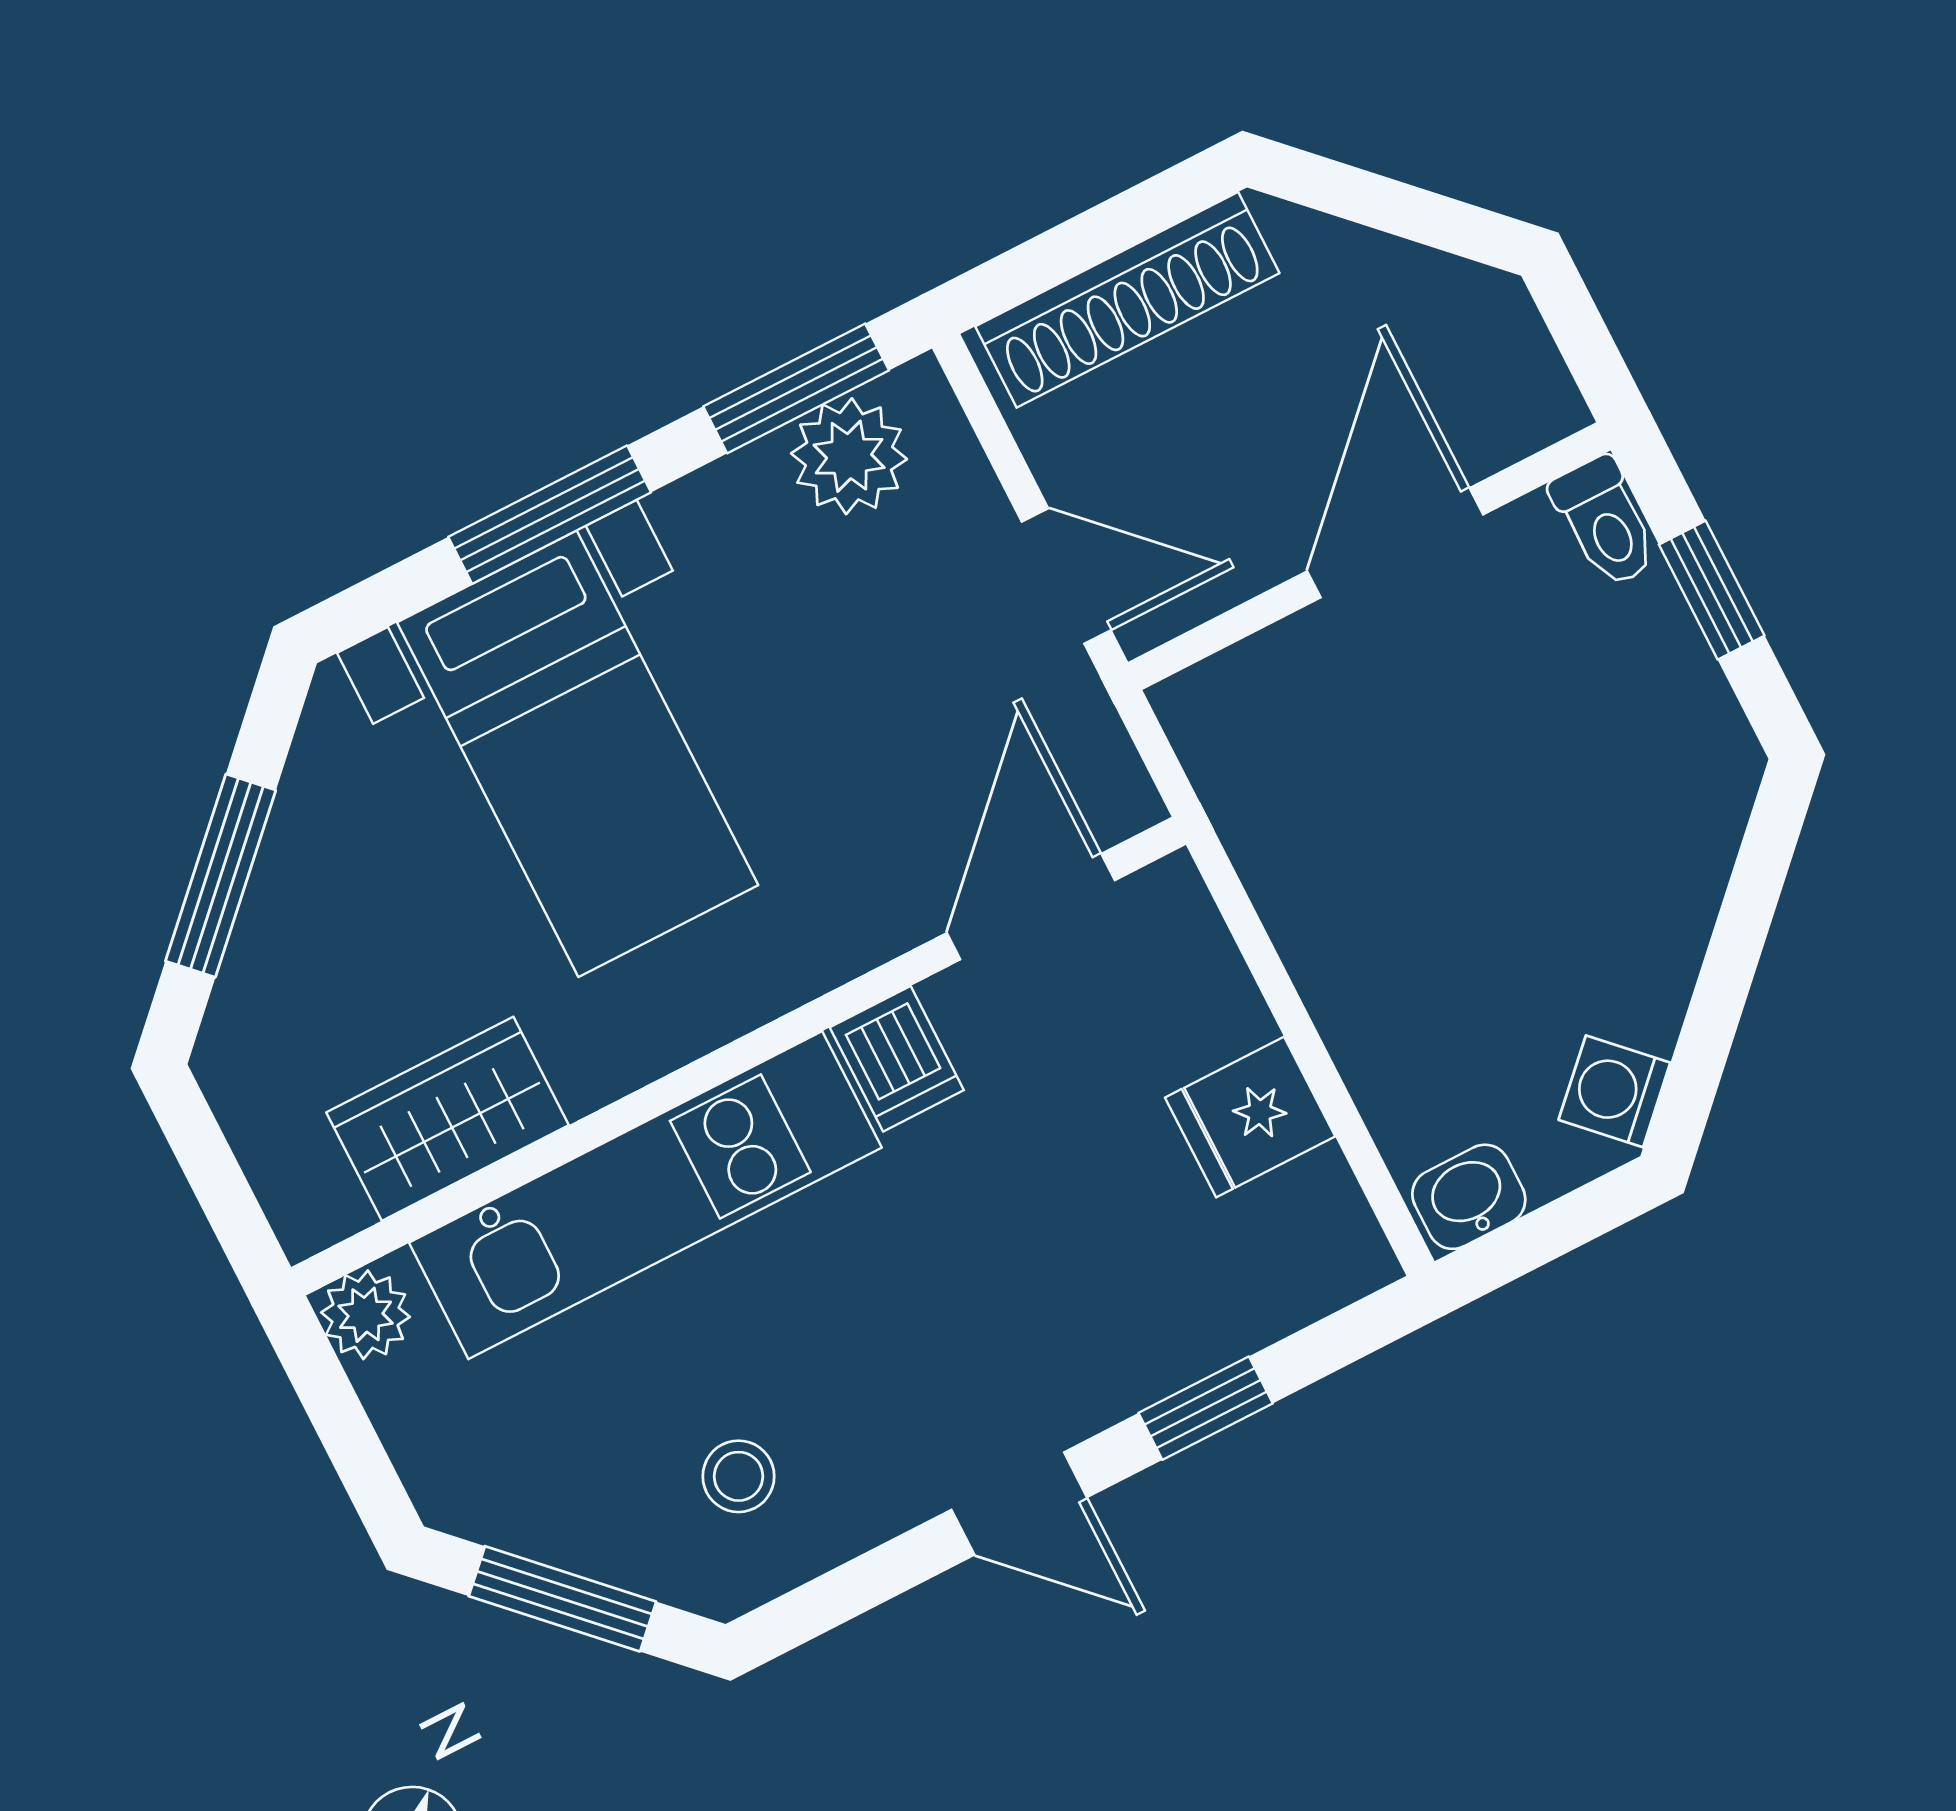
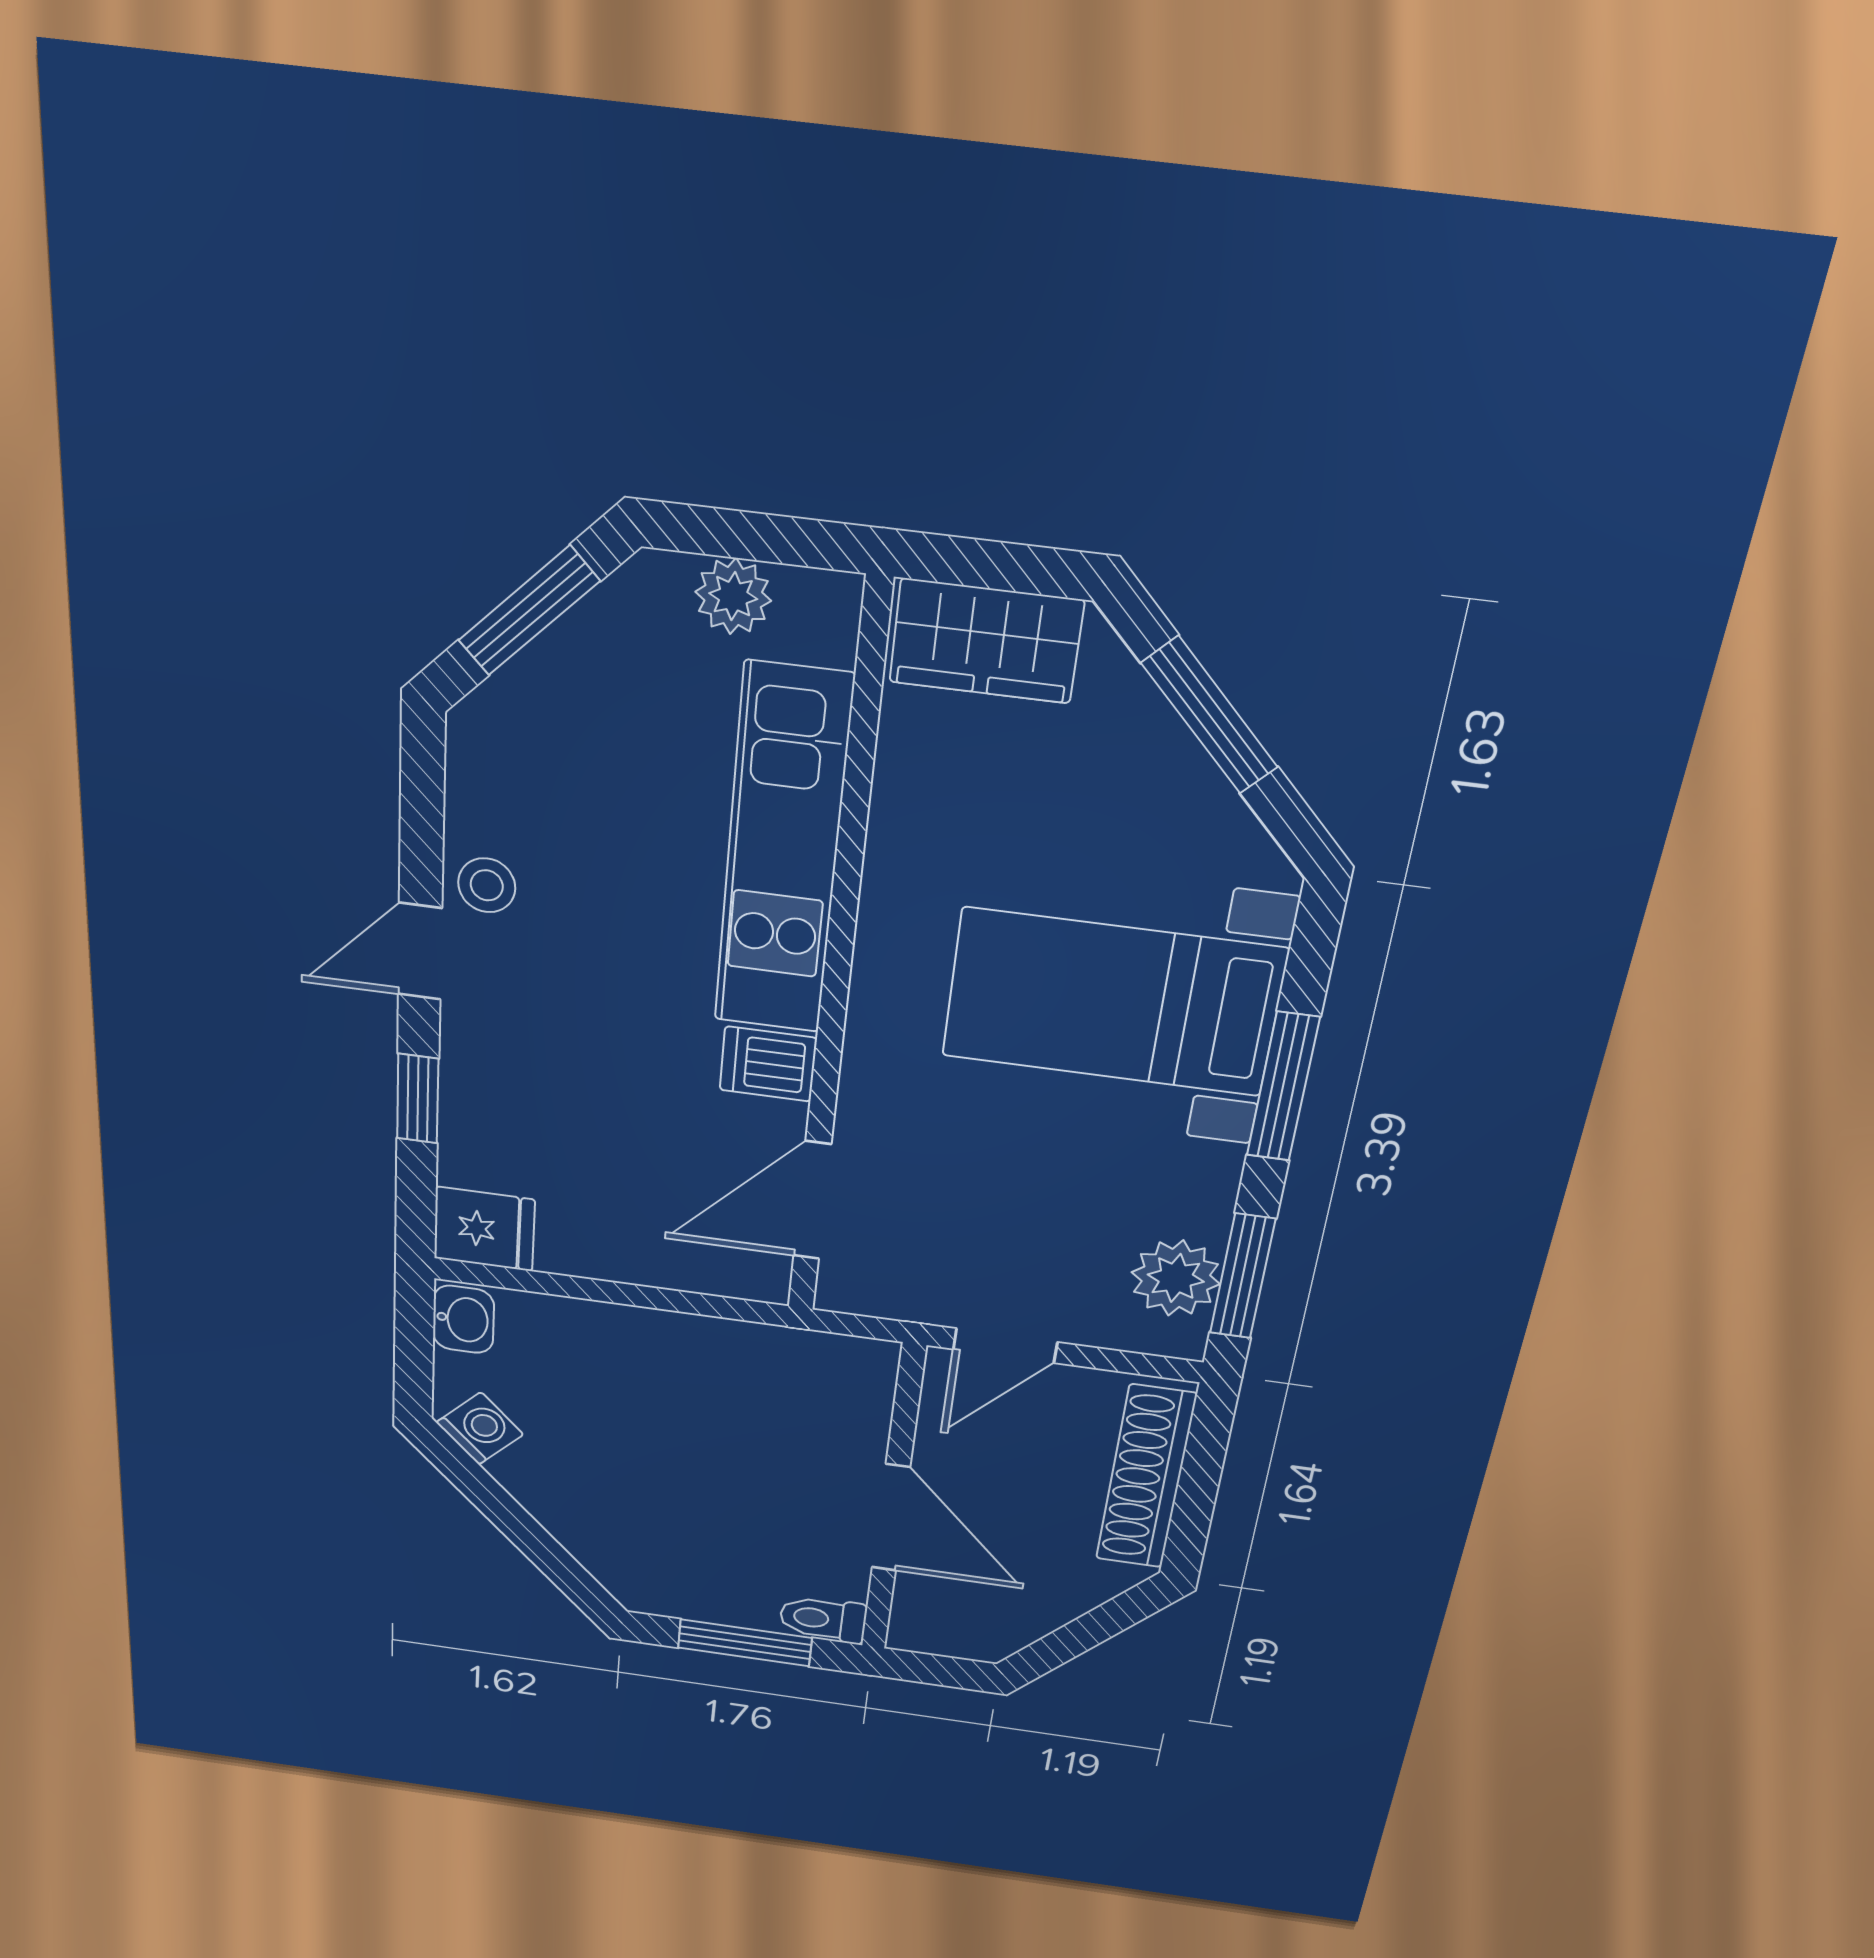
window: (1712, 590) -> (745, 1643), width x1.50
door: (1031, 907) -> (812, 1200), swing flipped
fridge: (1250, 1117) -> (484, 1229), moved, turned 90
wardrobe: (448, 1119) -> (986, 641), moved, turned 90
plant: (366, 1315) -> (733, 596), moved
stool: (739, 1476) -> (487, 885), moved

